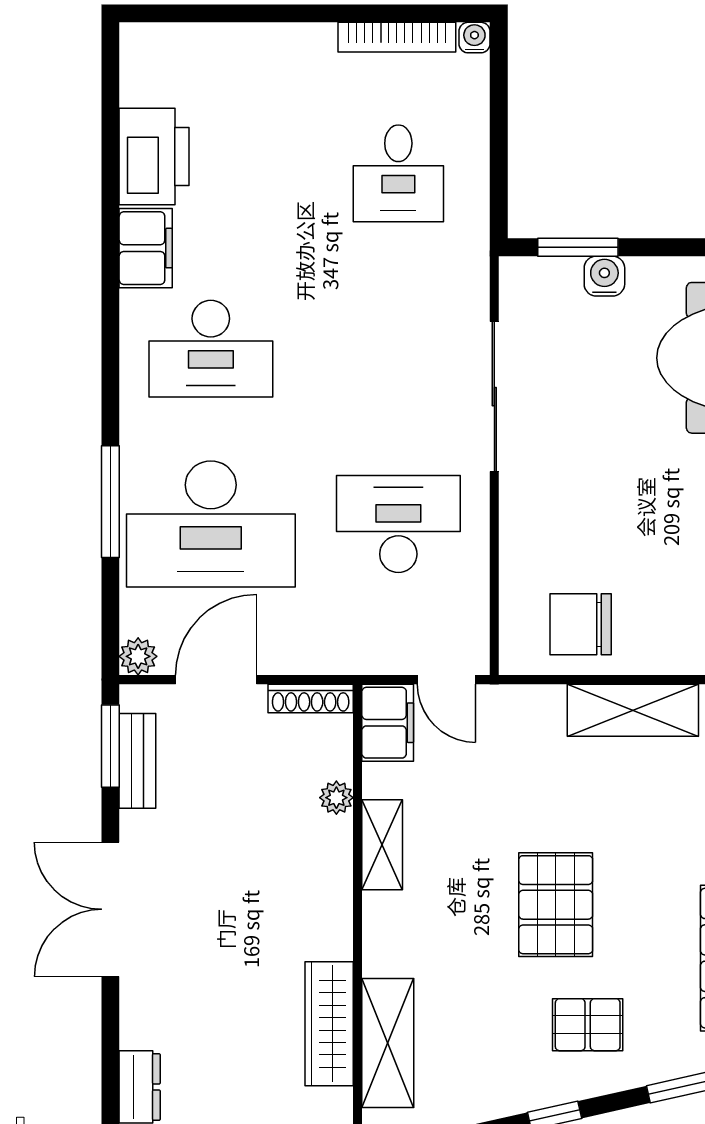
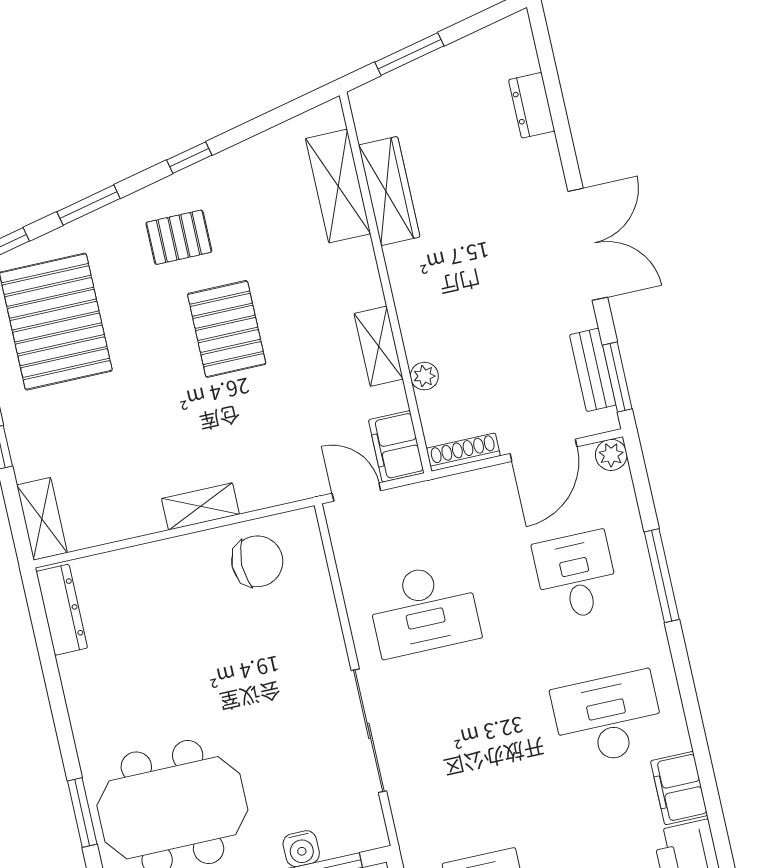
desk: (211, 524) -> (576, 576), width x0.53, depth x0.77
shelving: (633, 710) -> (200, 506), width x0.67, depth x0.75

